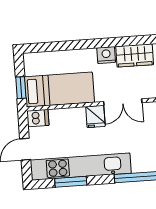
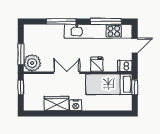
fridge: (95, 116) -> (97, 64), moved
window: (71, 182) -> (106, 21), width x1.44

